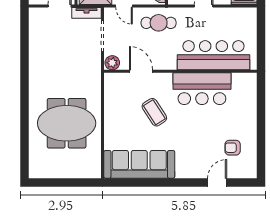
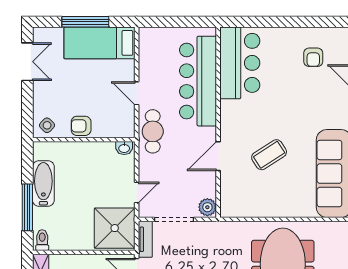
cafe table: (159, 23) -> (153, 131), moved
door: (141, 71) -> (218, 156), moved
bar counter: (202, 89) -> (240, 63), moved

